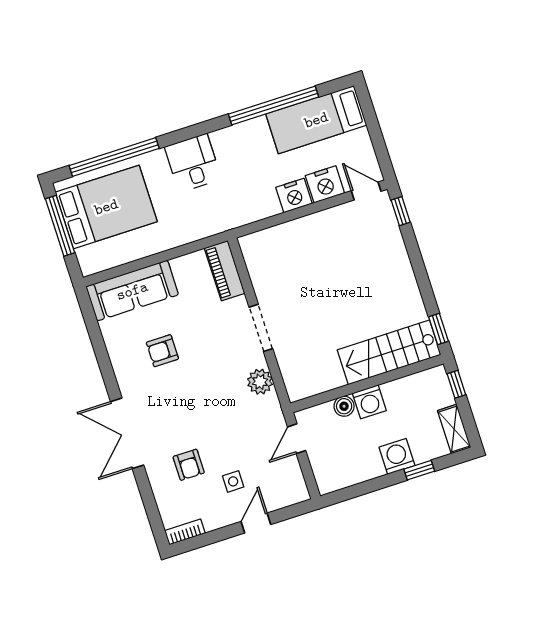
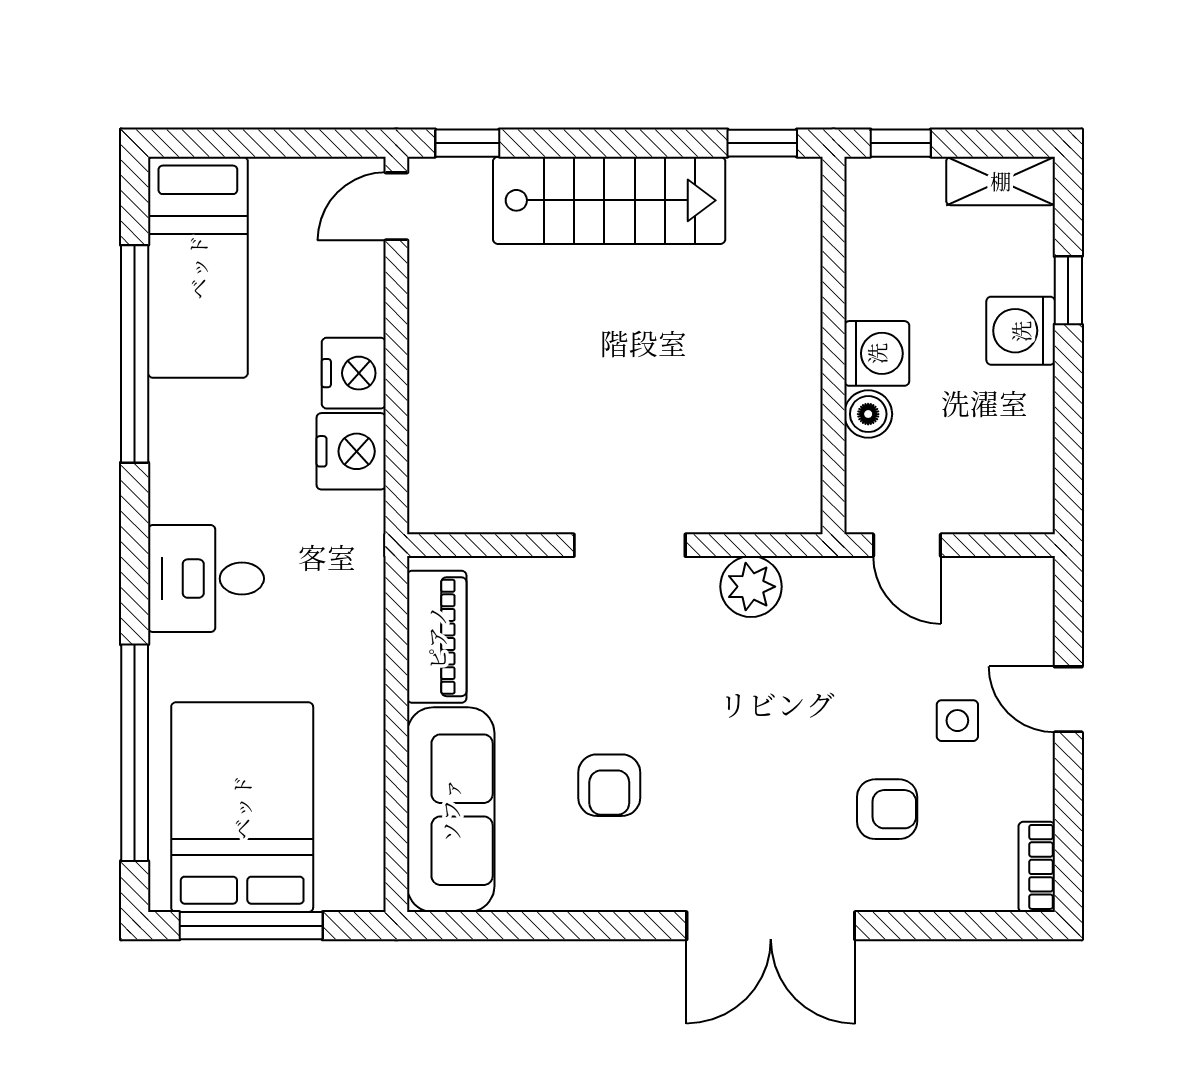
nightstand: (325, 184) -> (351, 451), moved
piano: (225, 271) -> (437, 637), moved, turned -90
stairs: (389, 352) -> (609, 200), moved, turned -90

